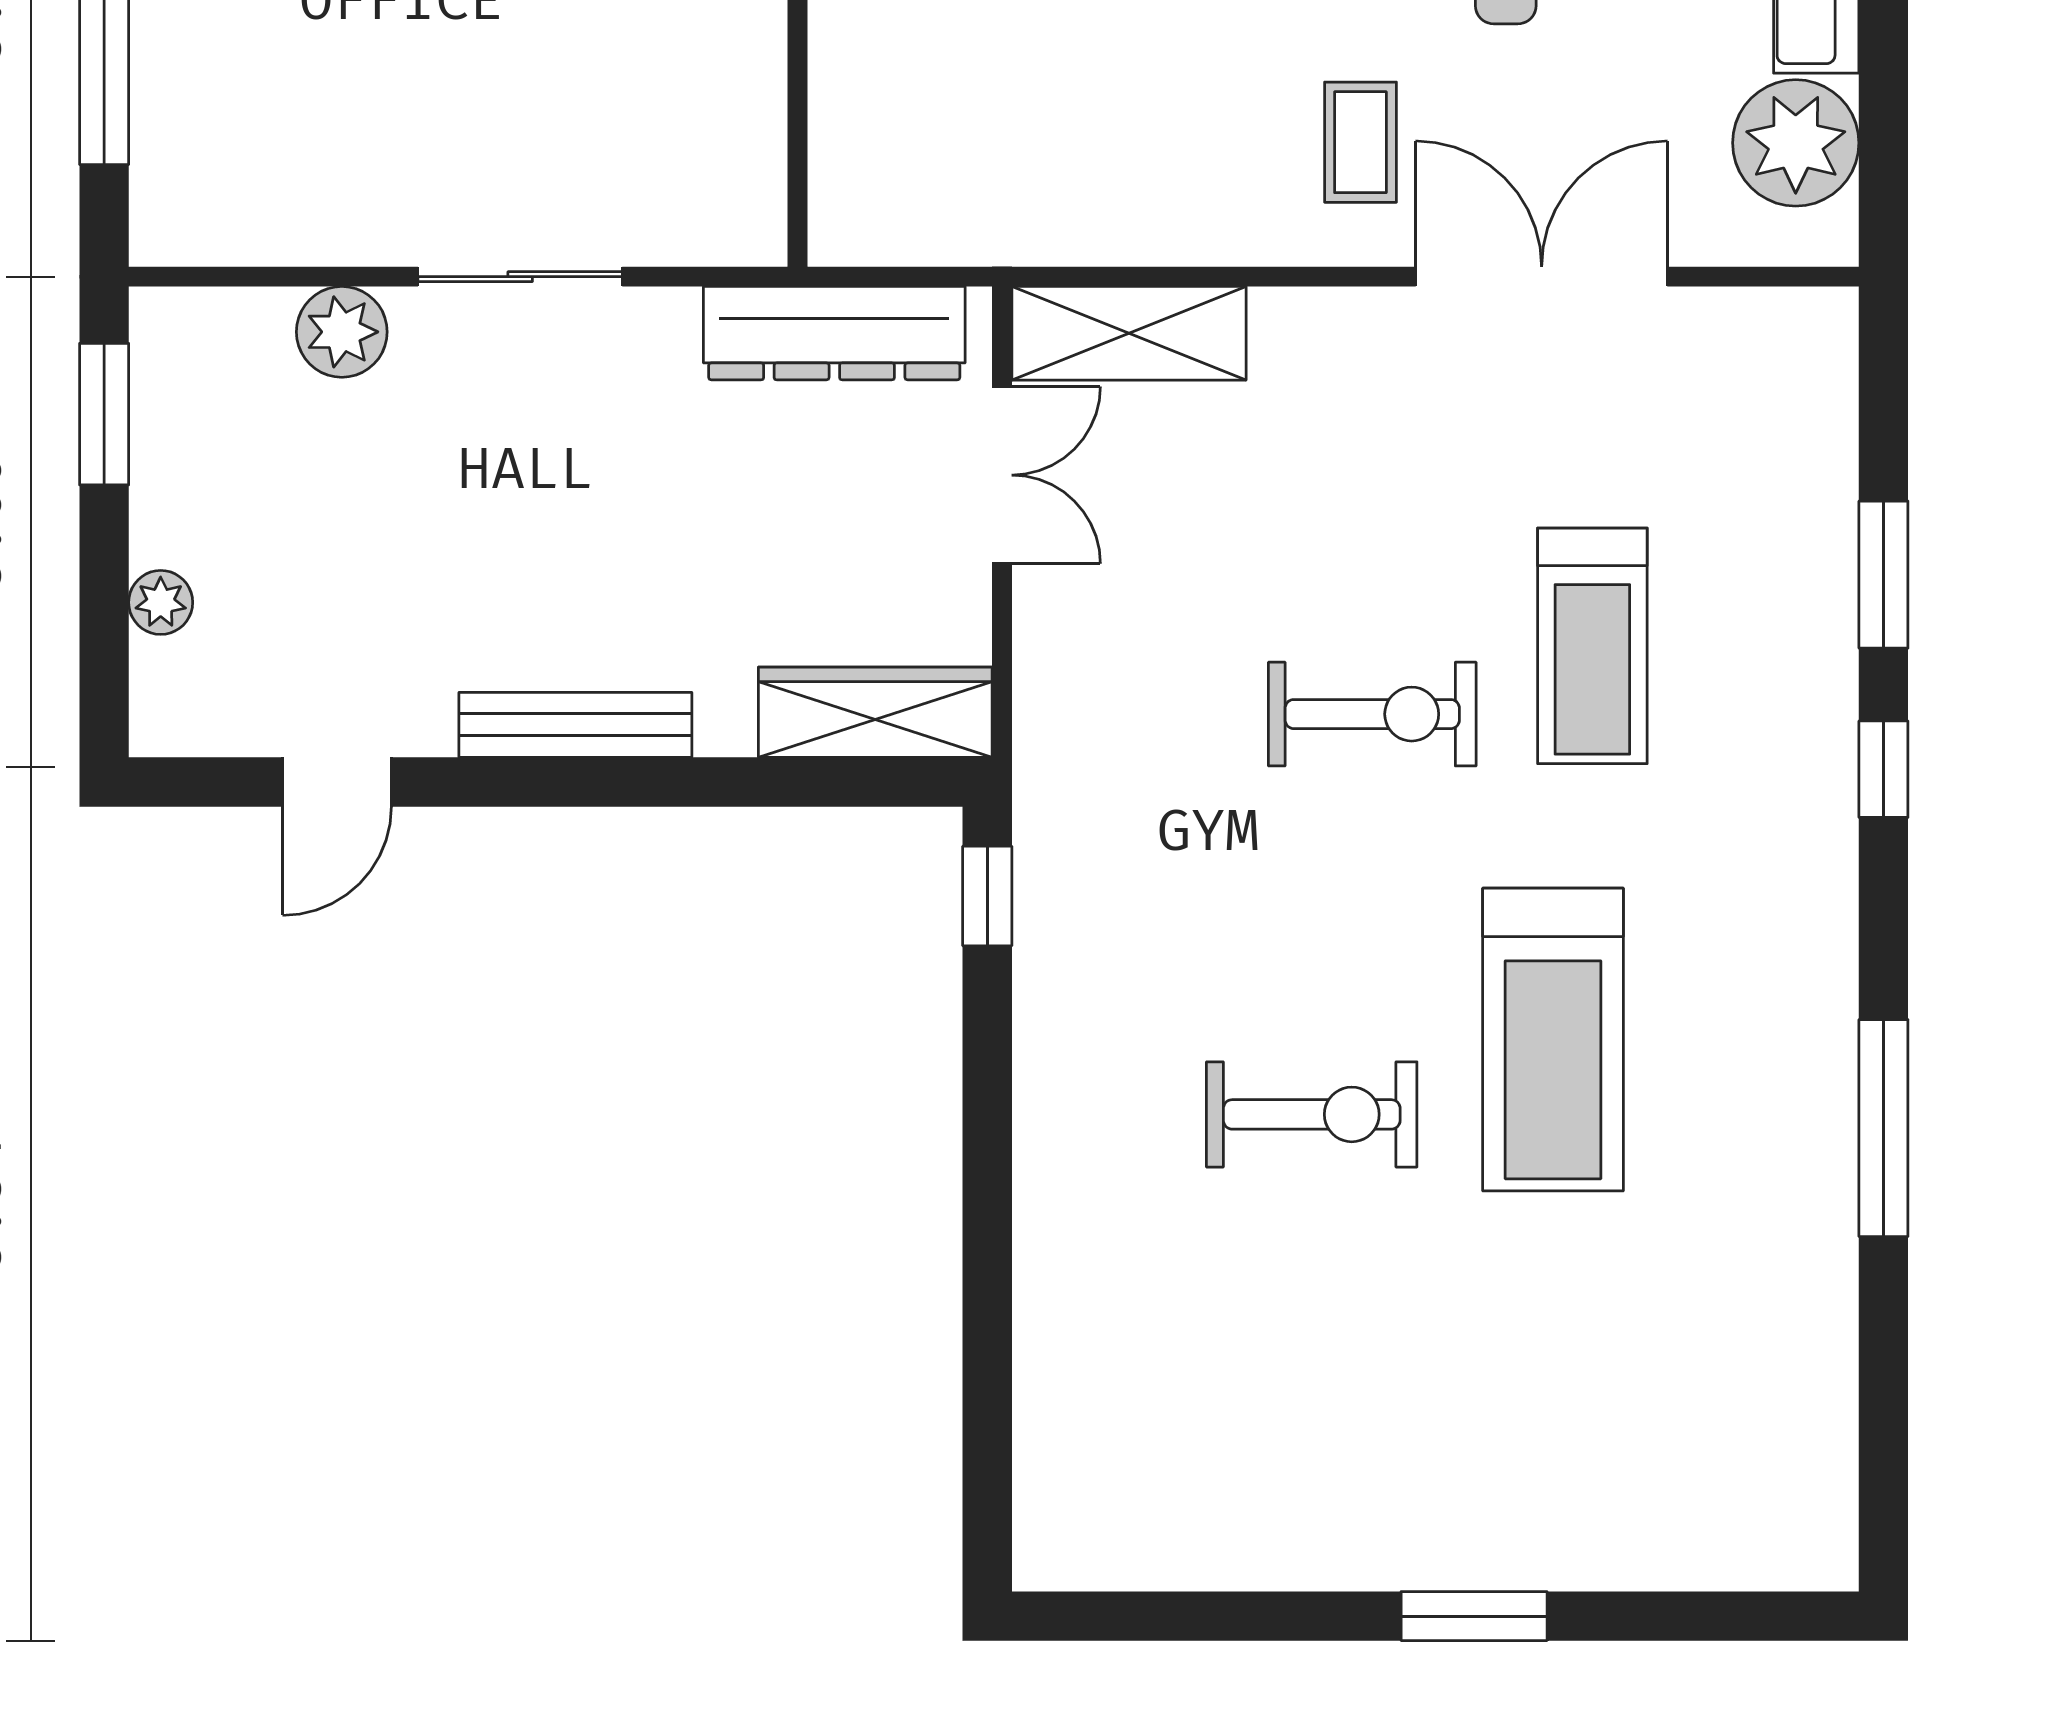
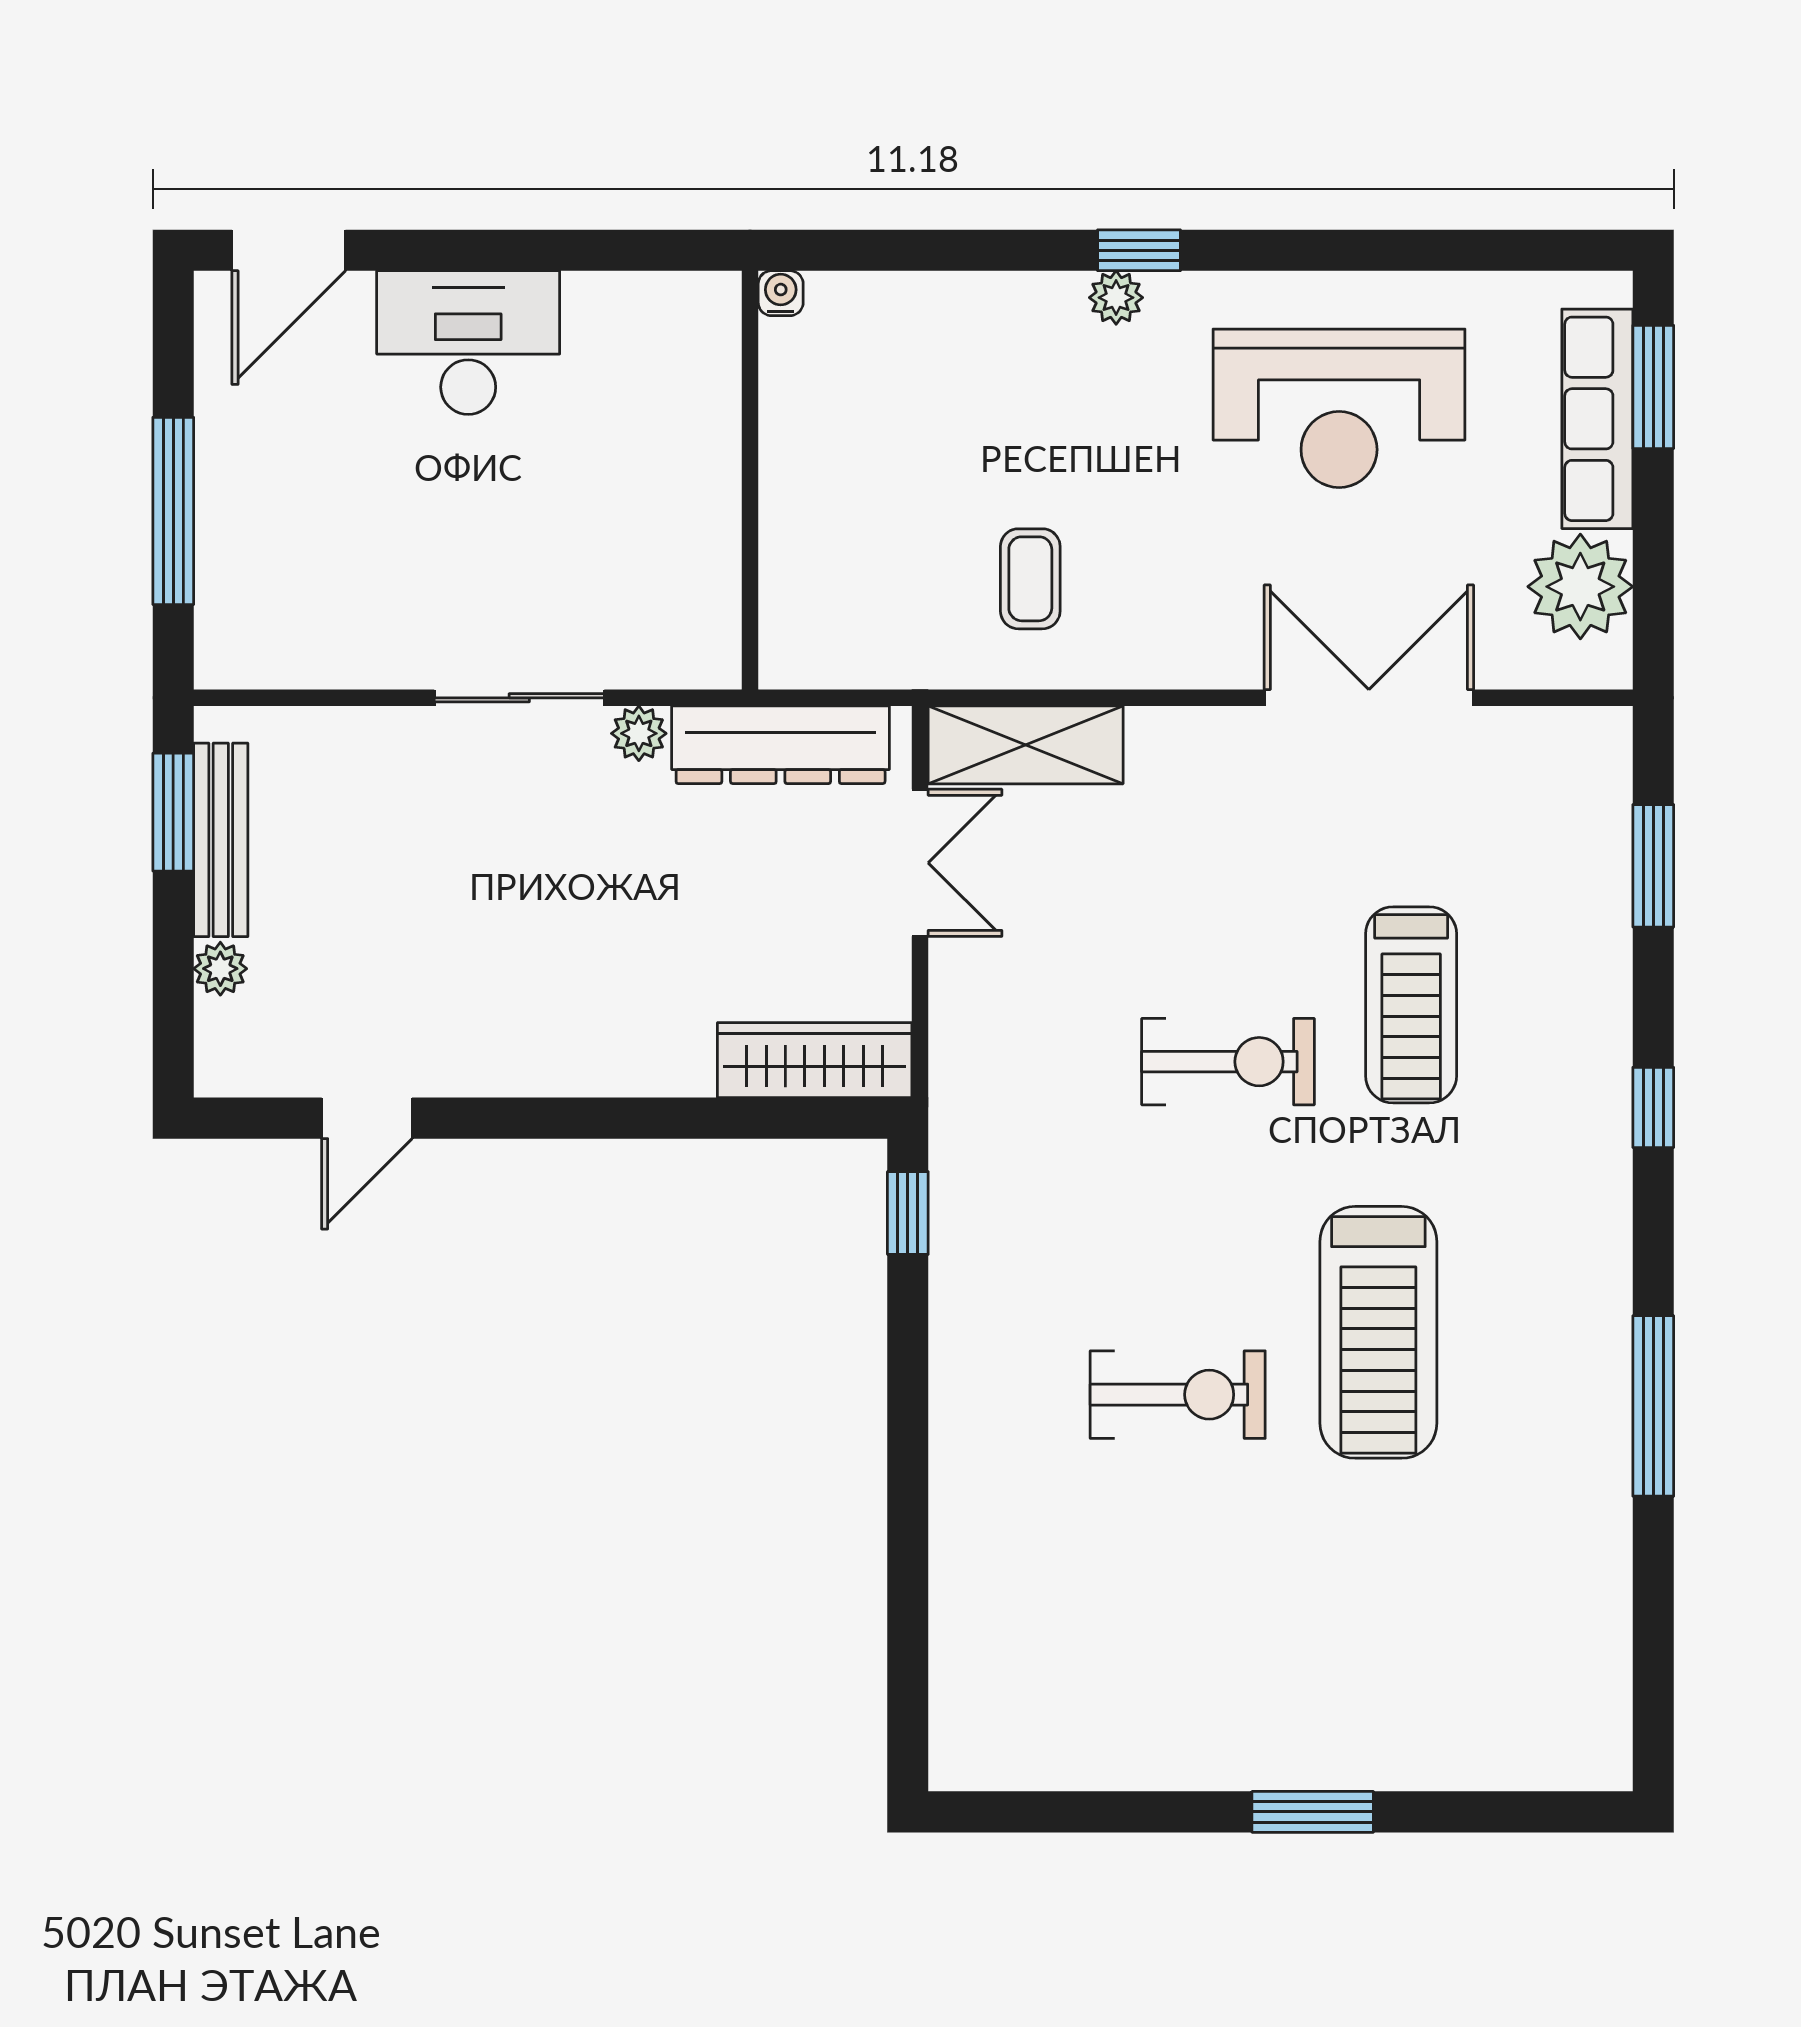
coffee table: (1360, 142) -> (1030, 579), moved
plant: (342, 332) -> (639, 733), moved, width x0.73, depth x0.73
window: (1883, 575) -> (1653, 866), moved
bench: (575, 725) -> (221, 840), moved, turned 90

